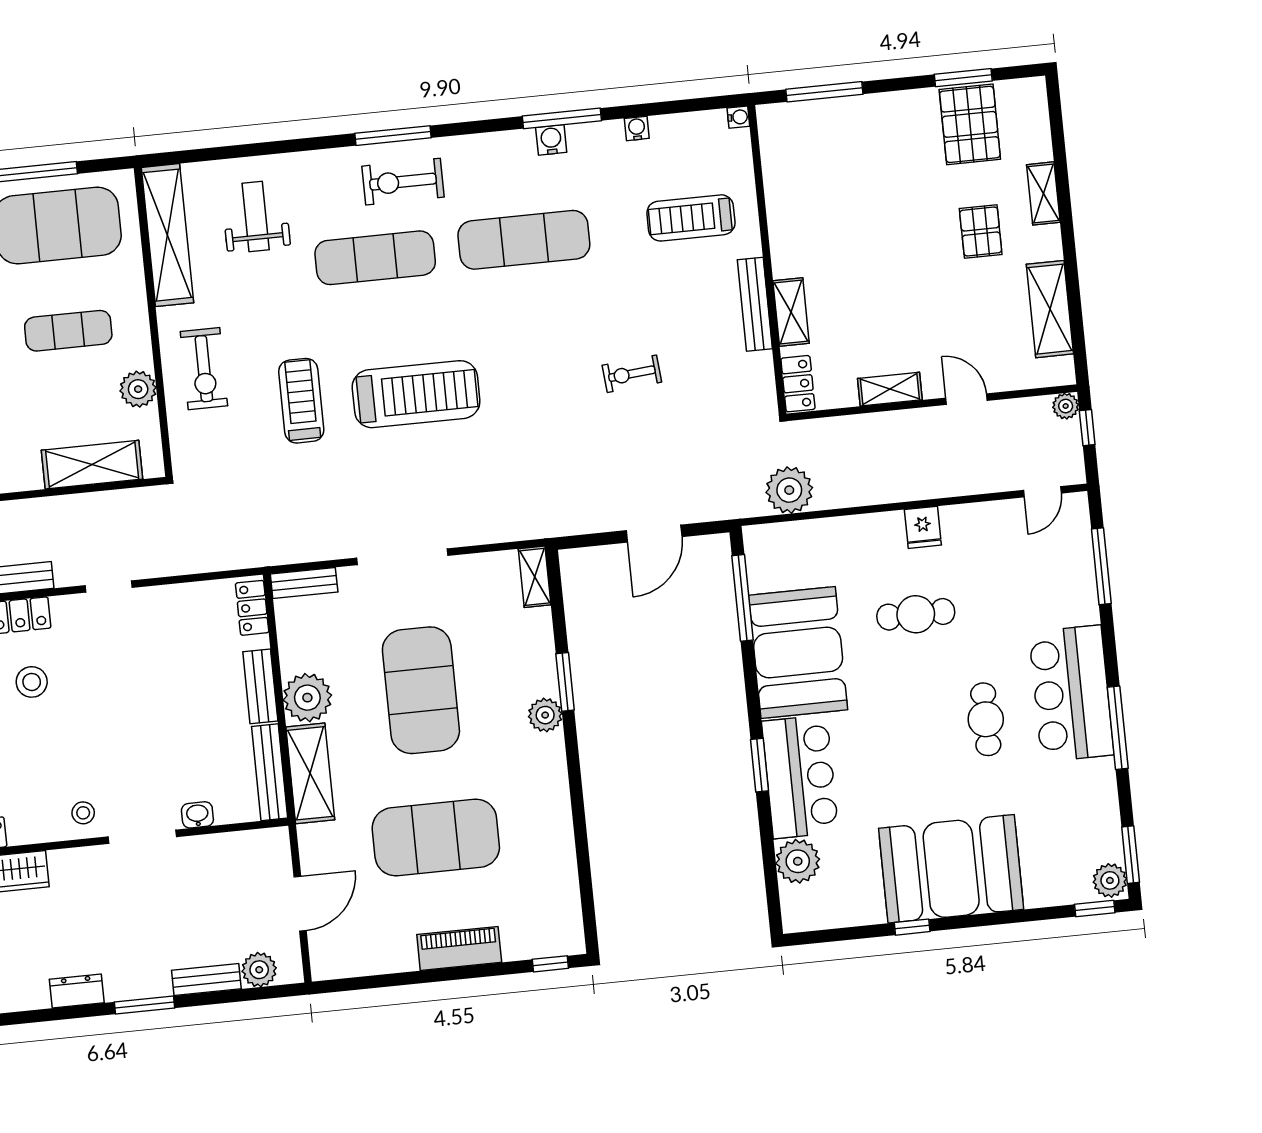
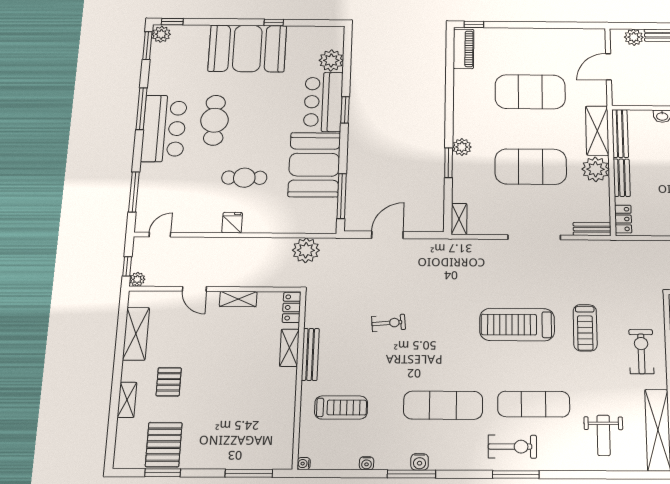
exercise mat: (421, 690) -> (531, 167), turned 90
cafe table: (986, 719) -> (214, 120), width x1.37, depth x1.35
piano: (459, 948) -> (464, 49), moved, turned -90

